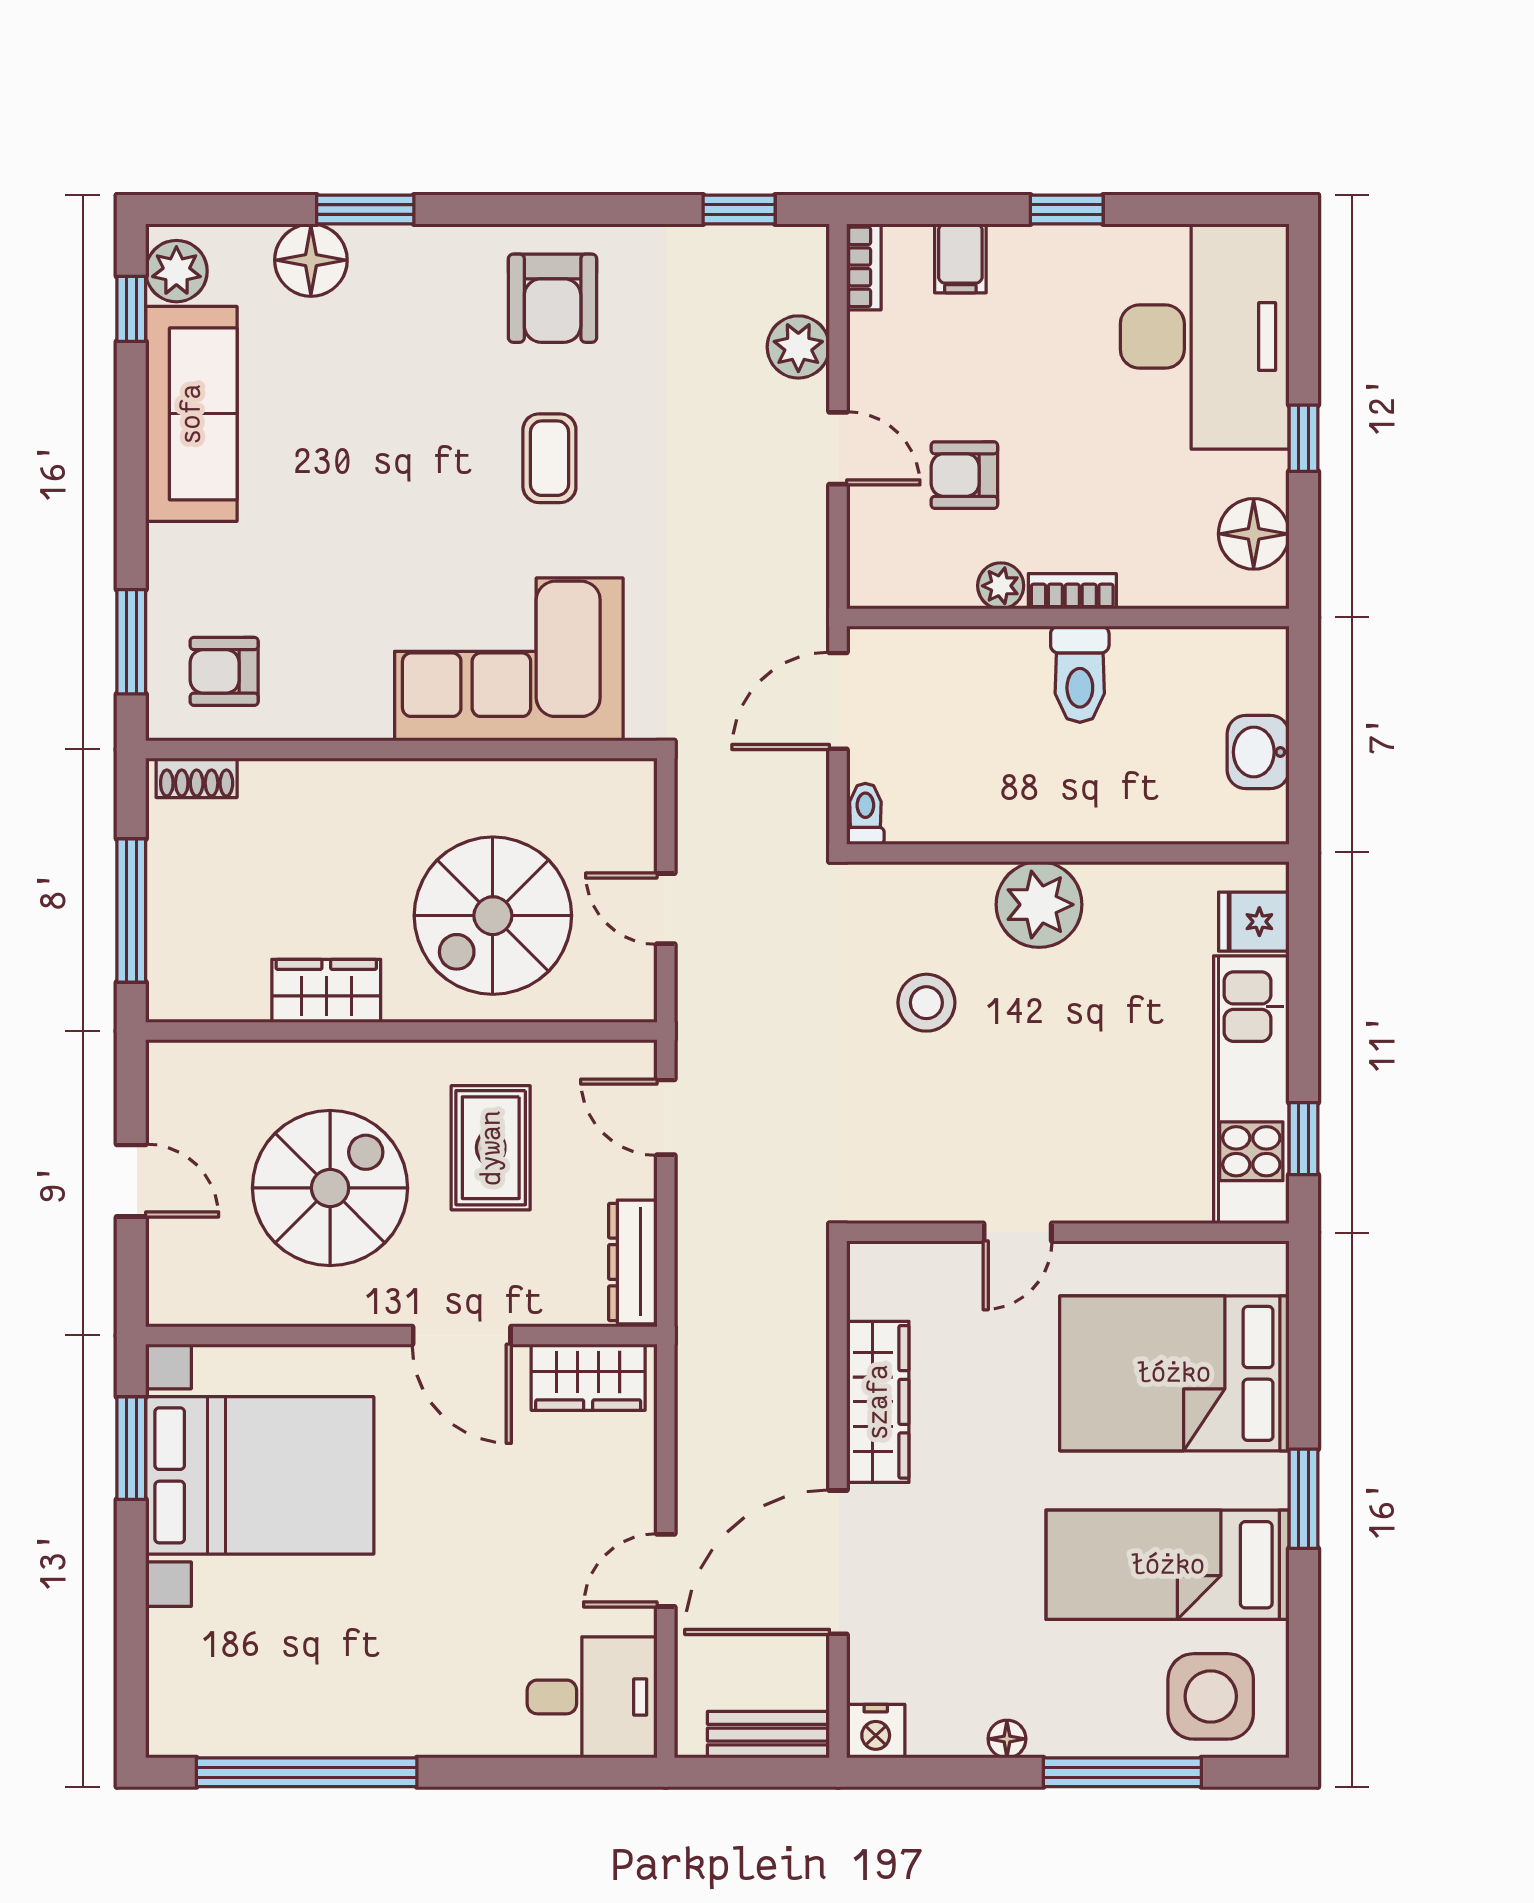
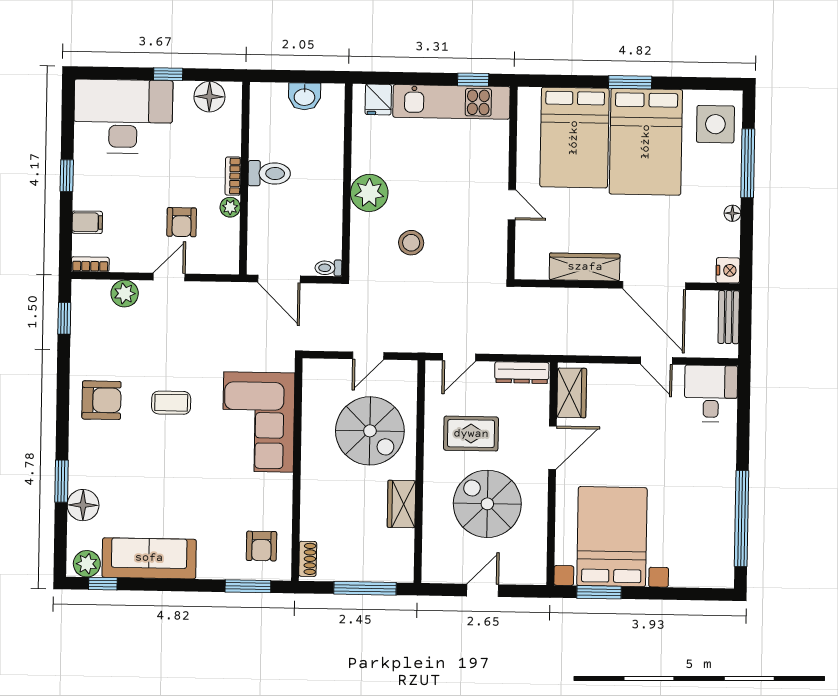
bed: (1168, 1565) -> (646, 142), width x1.50

